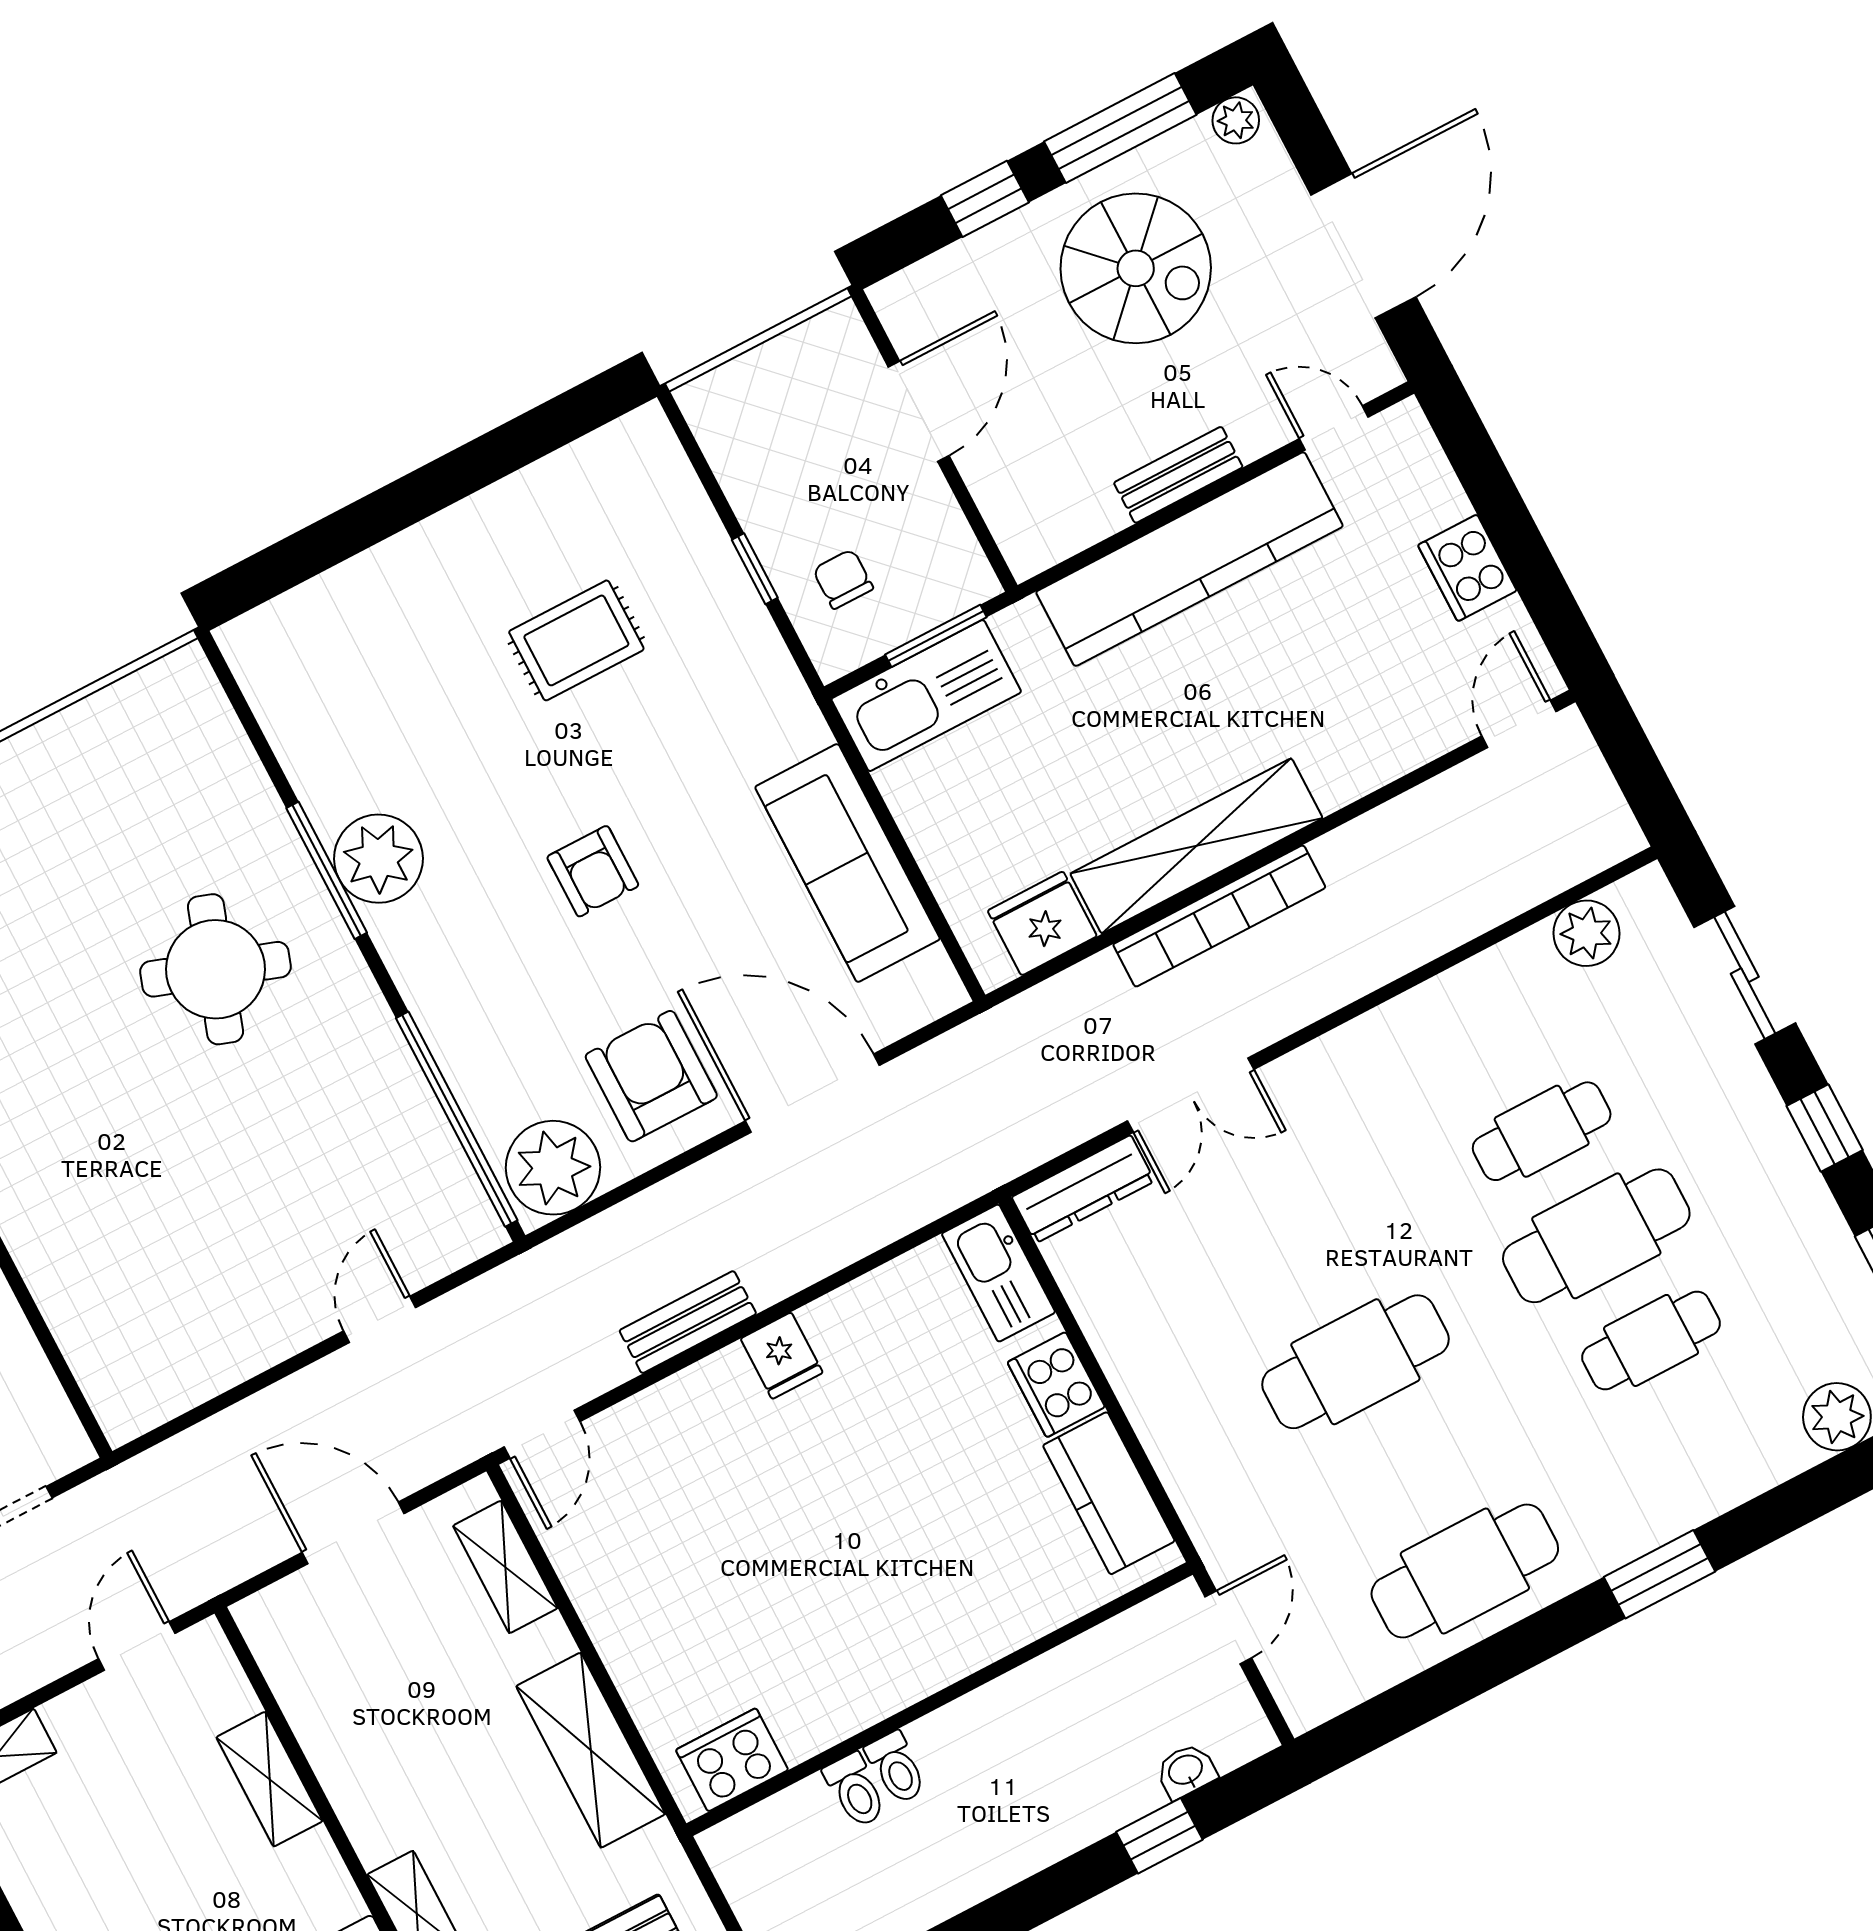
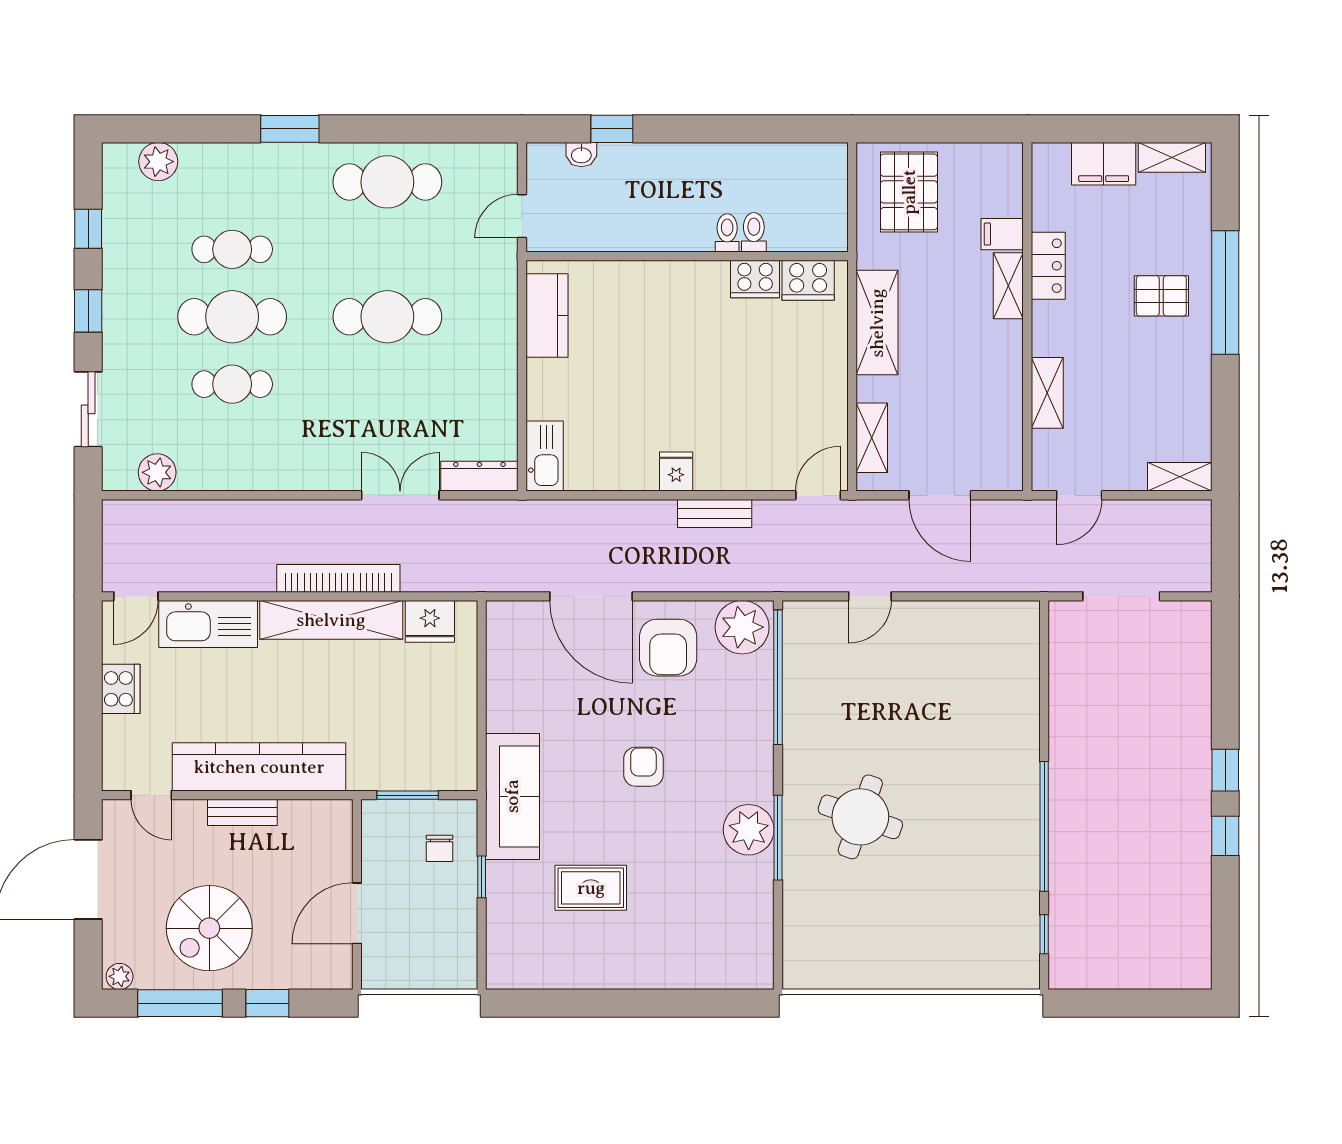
spiral stairs: (1136, 268) -> (209, 928), turned -90
kitchen sink: (926, 696) -> (208, 624), moved, turned 180
sofa: (847, 863) -> (512, 796), moved
cooker: (1056, 1385) -> (755, 279), moved, turned 90

